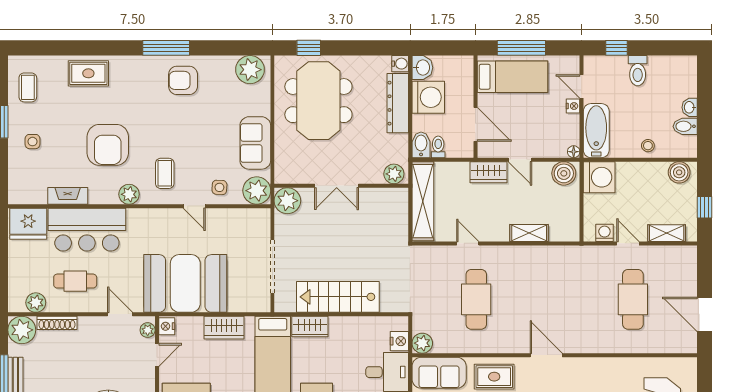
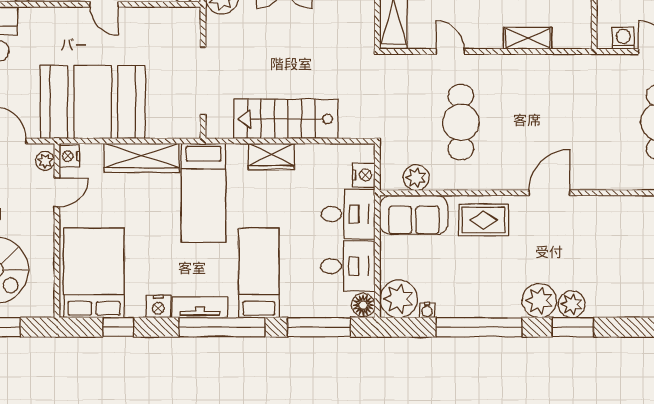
wardrobe: (310, 327) -> (271, 157), moved
wardrobe: (224, 328) -> (142, 158), width x1.50
plant: (422, 343) -> (416, 178), moved
door: (546, 355) -> (549, 193), hinge flipped

